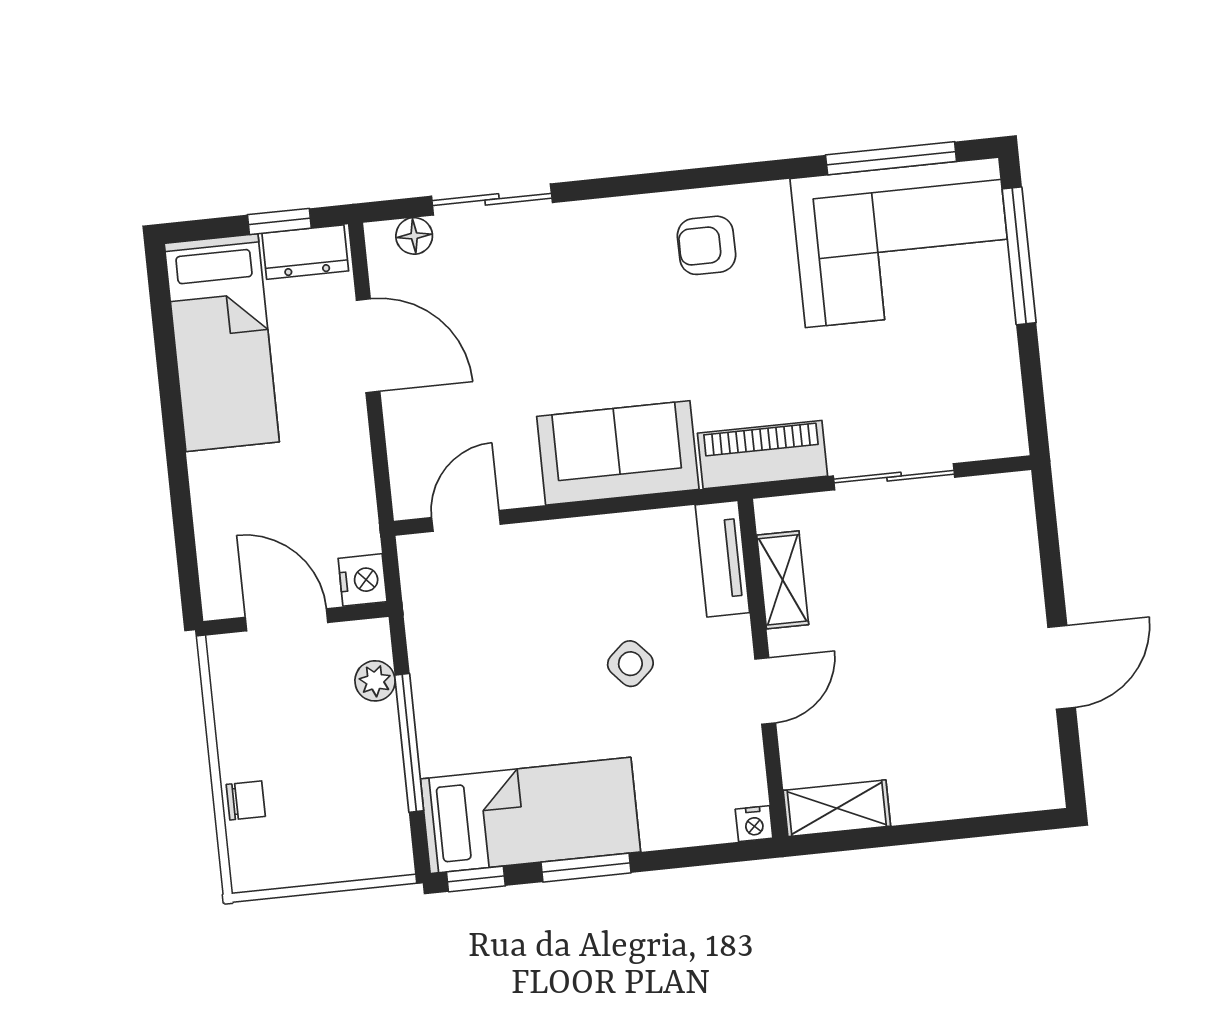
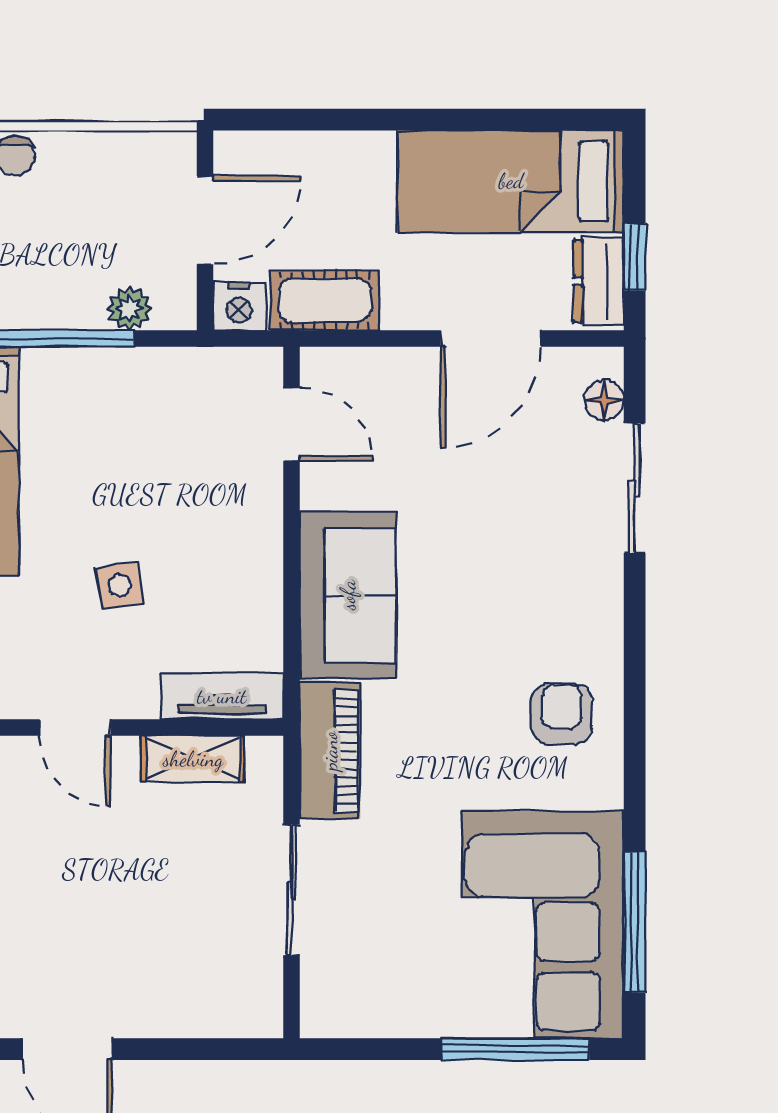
cot: (349, 502) -> (325, 300), added
side table: (630, 664) -> (120, 585), turned 33

